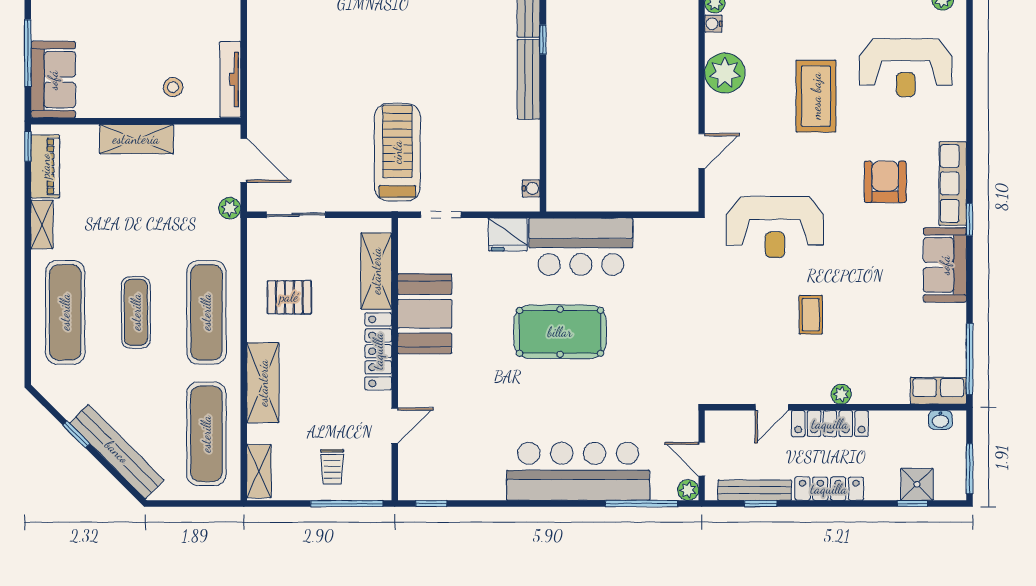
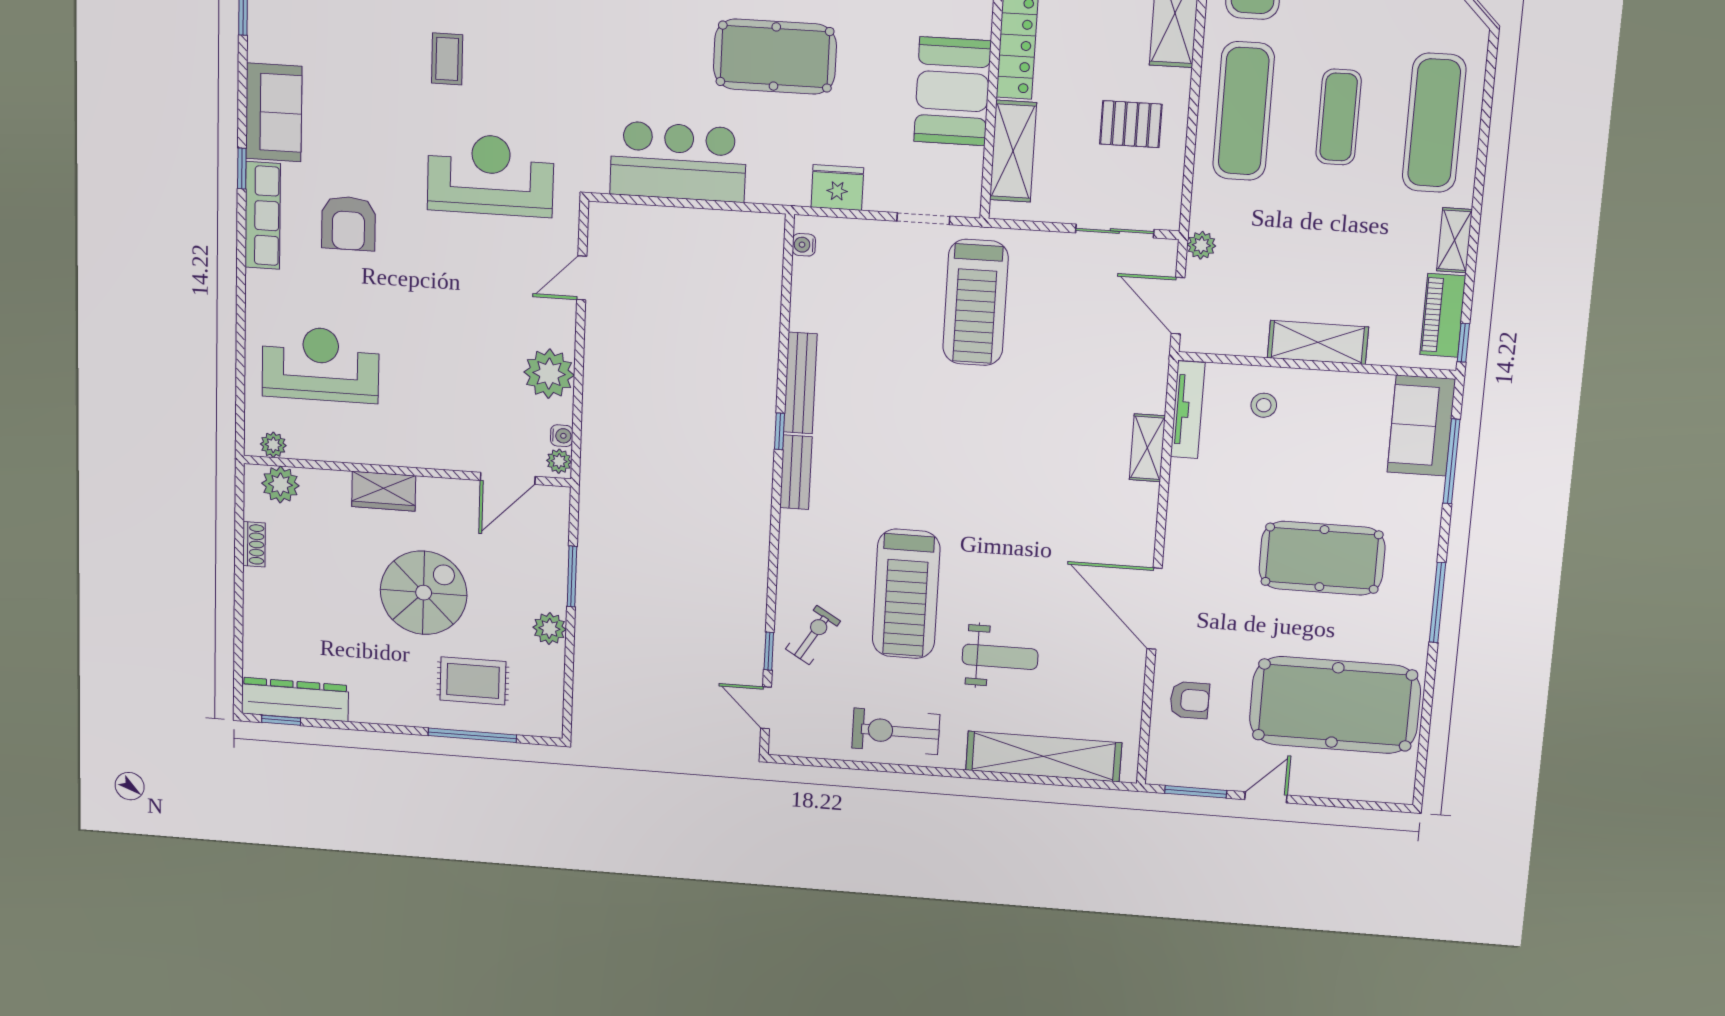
shelving: (259, 47) -> (1147, 448), added
coffee table: (816, 96) -> (434, 337), removed
bar counter: (581, 247) -> (678, 162), moved

